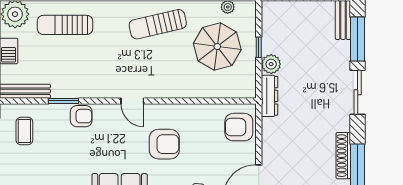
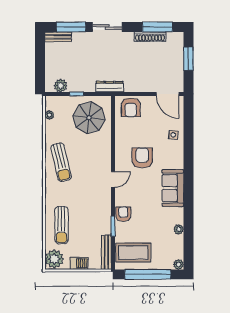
parasol: (217, 47) -> (89, 118), moved
plant: (271, 64) -> (61, 86), moved
coffee table: (24, 131) -> (133, 253), width x1.86, depth x1.72

